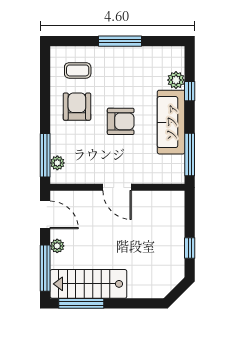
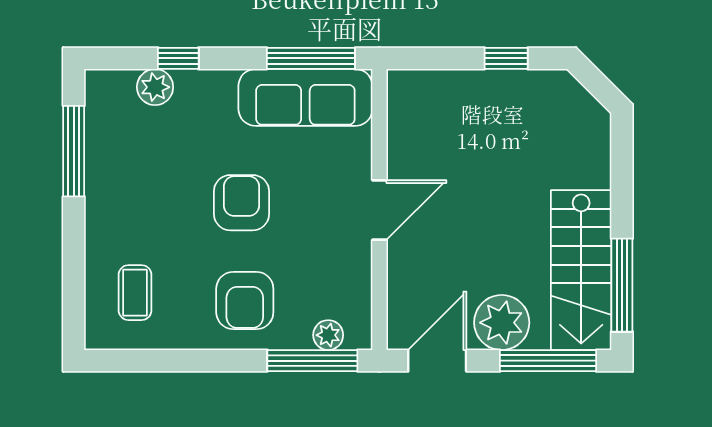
window: (120, 41) -> (74, 151), moved
armchair: (77, 107) -> (245, 300), moved, turned -90
sofa: (171, 122) -> (305, 97), moved
plant: (57, 246) -> (502, 323), width x1.88, depth x1.88

